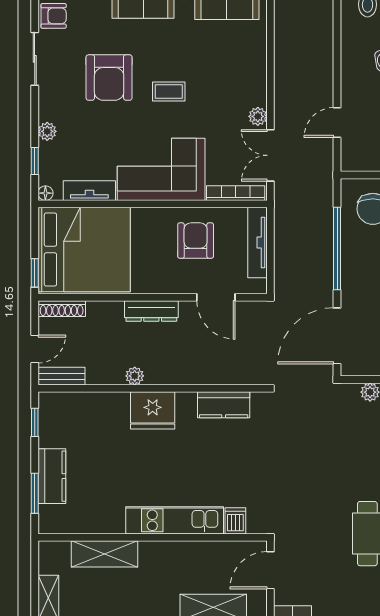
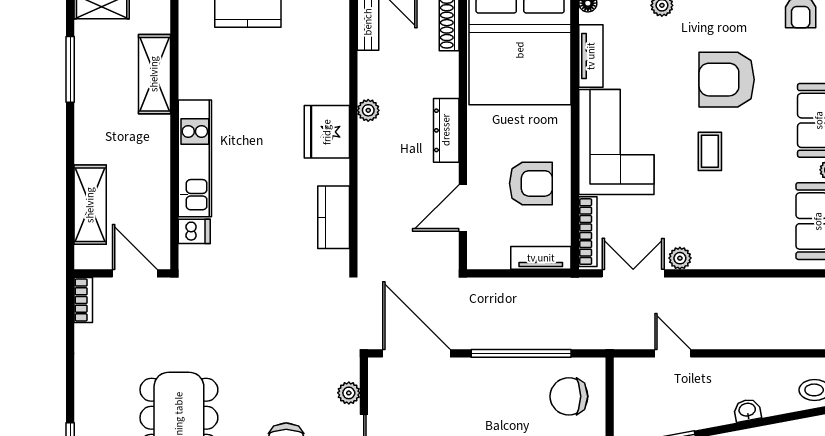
tv unit: (257, 242) -> (541, 258), width x0.71

